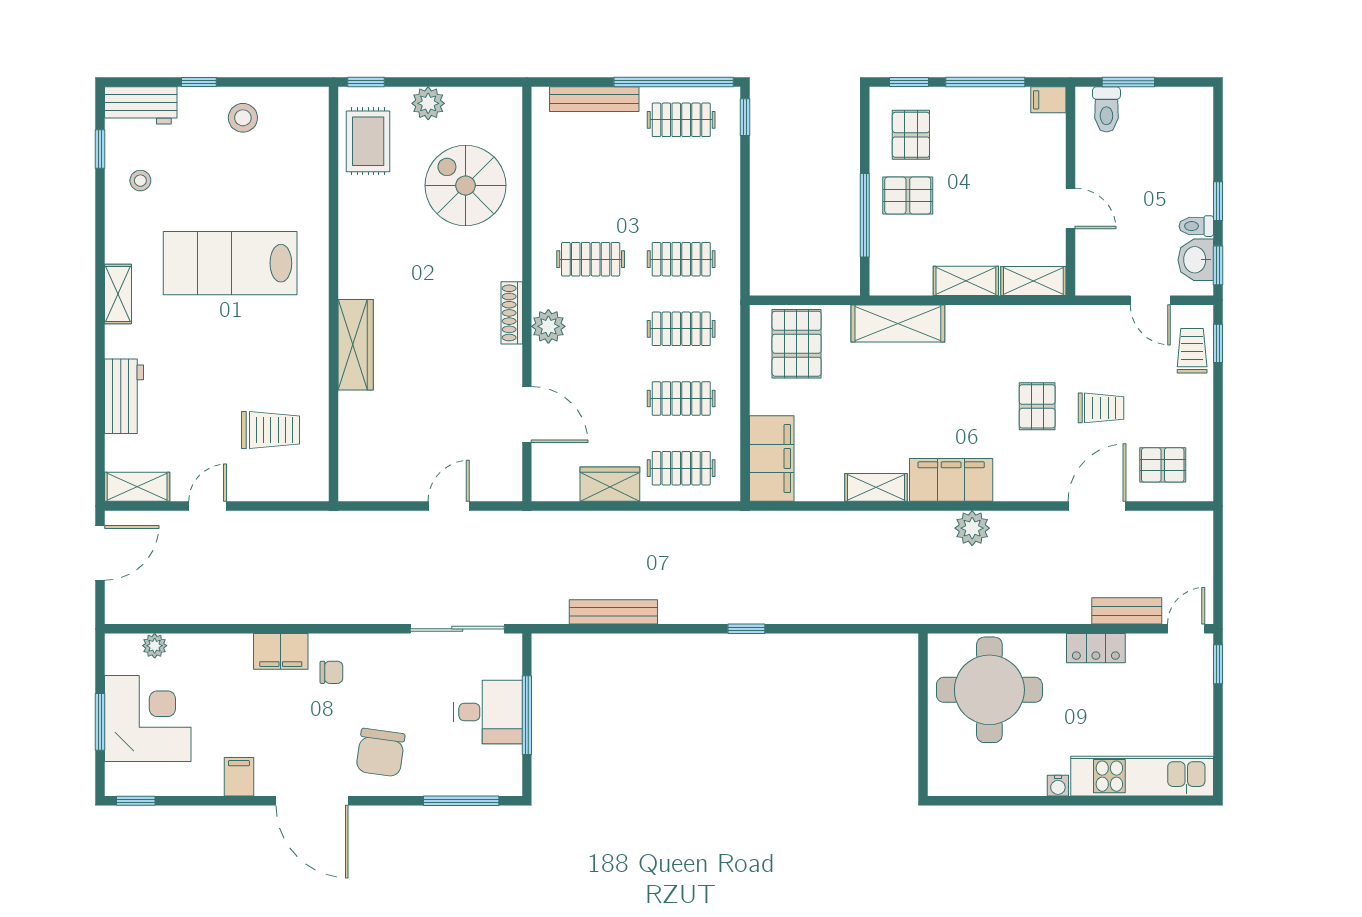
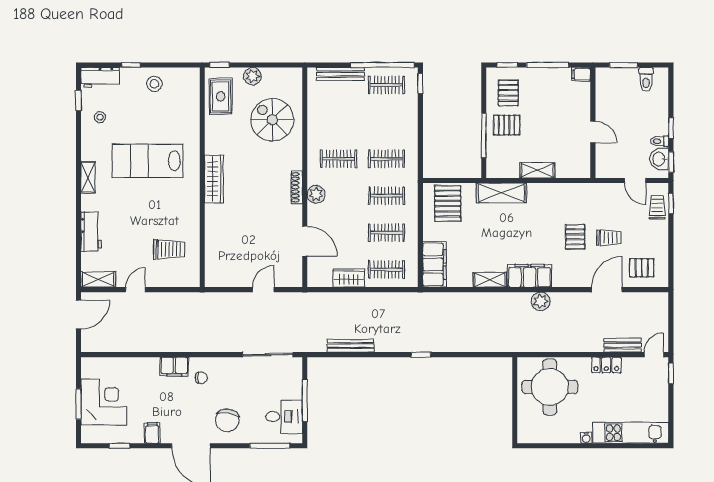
toilet: (1106, 109) -> (646, 79), moved
shelving: (1033, 281) -> (573, 170), removed
wardrobe: (356, 345) -> (214, 179), moved
plant: (155, 646) -> (107, 364), removed
desk: (488, 712) -> (284, 417), moved
window: (136, 801) -> (120, 446), moved

